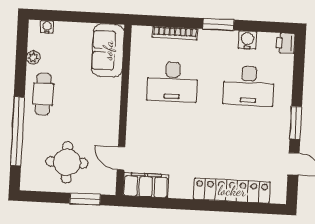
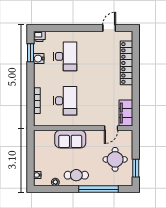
window: (218, 24) -> (31, 53), moved
sofa: (108, 50) -> (70, 139), moved
window: (296, 123) -> (85, 28), removed
window: (85, 199) -> (136, 168), moved

